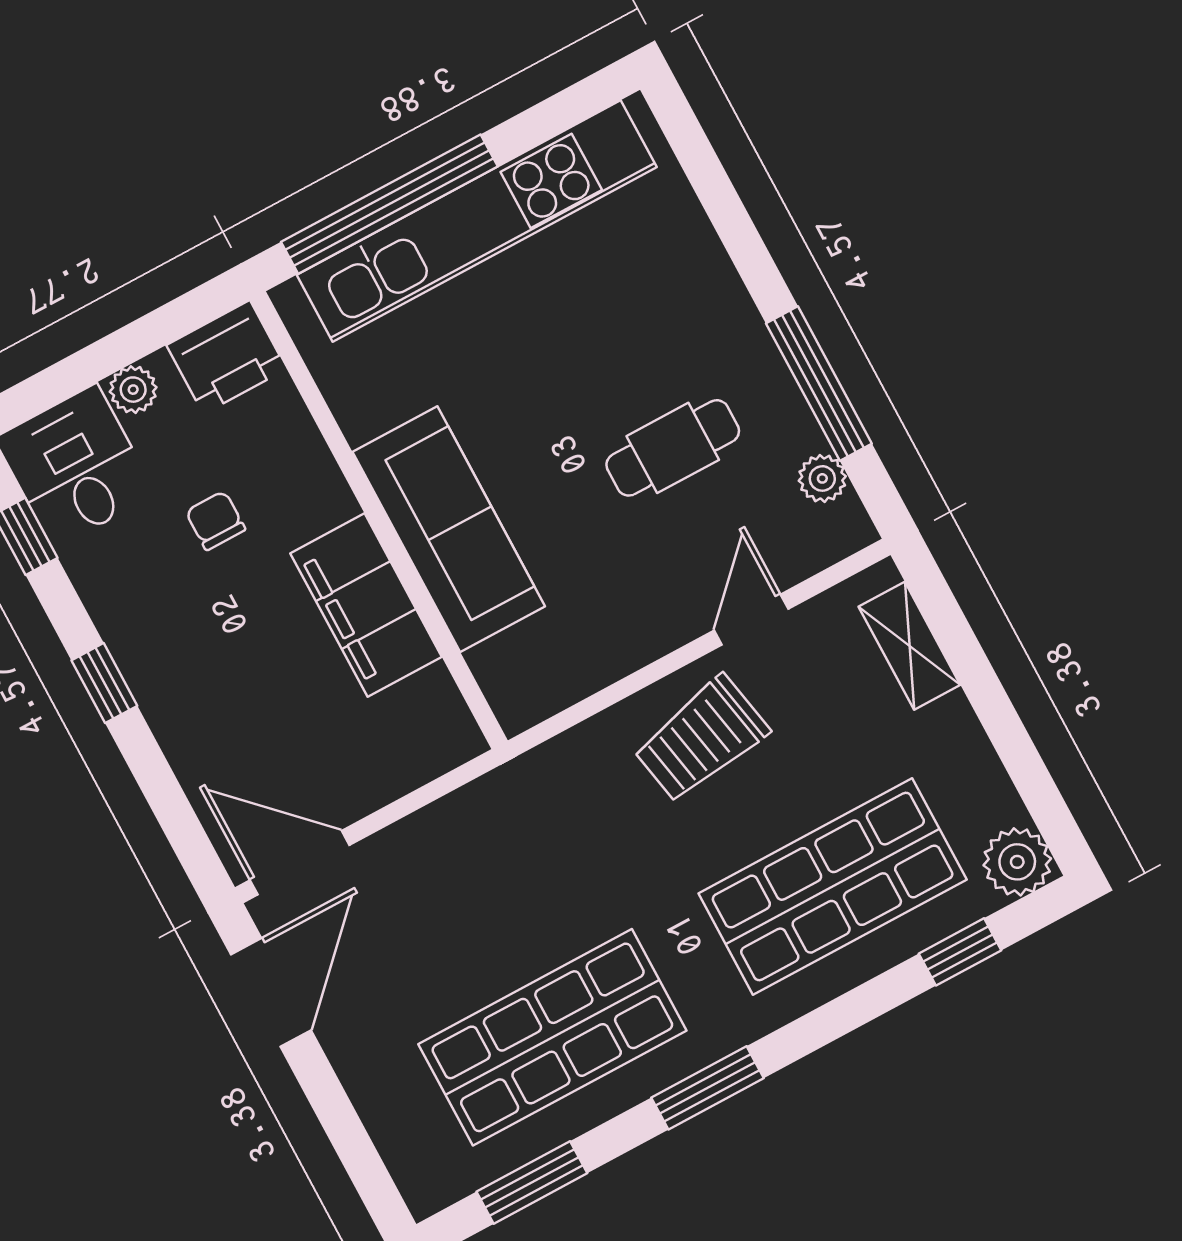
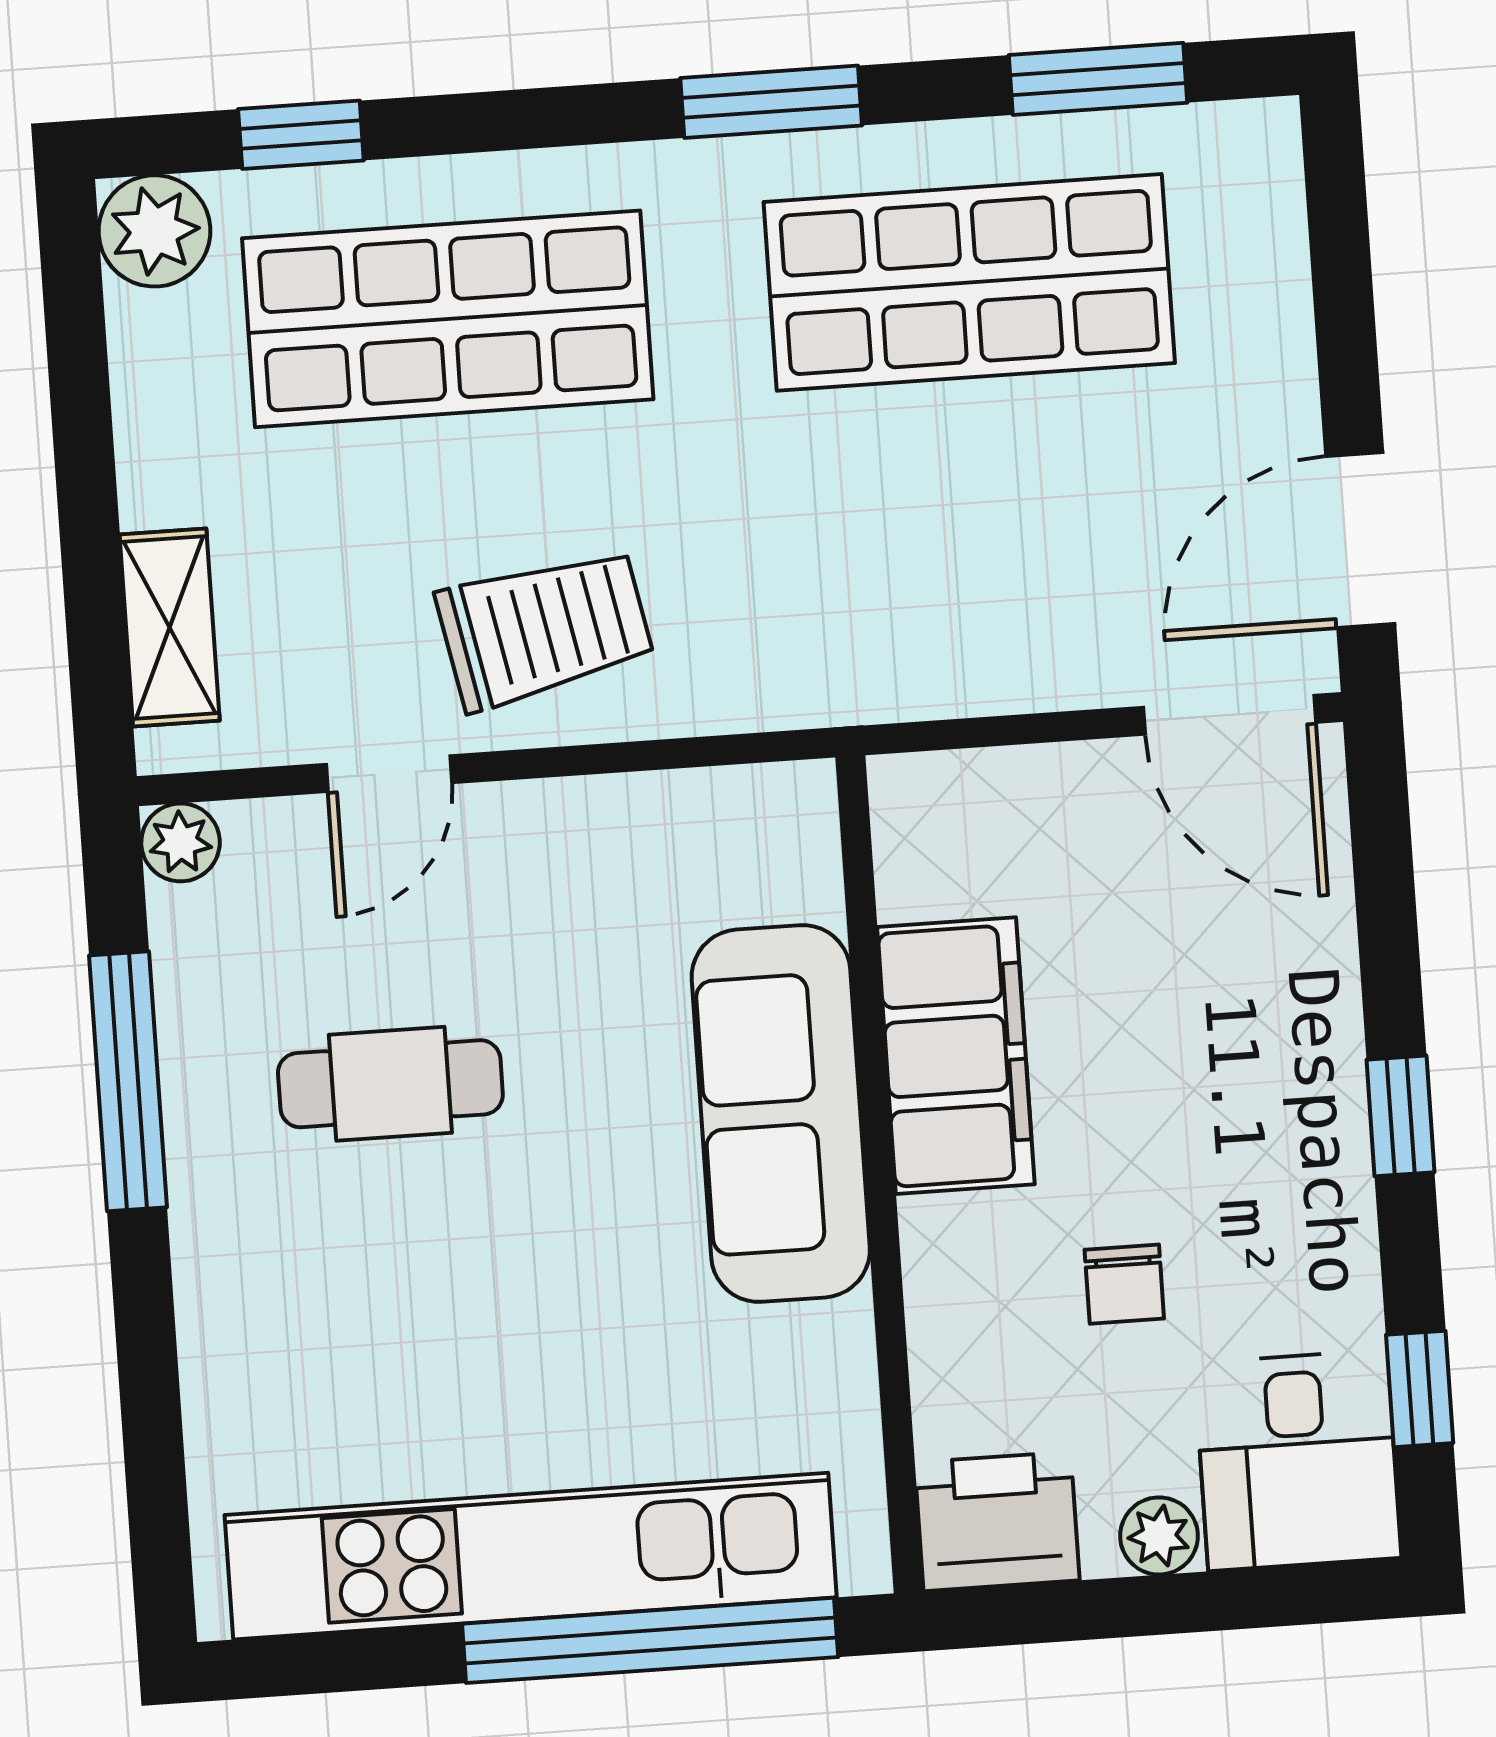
plant: (822, 478) -> (181, 842), moved

